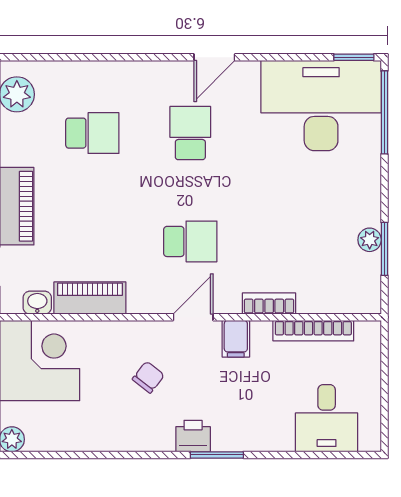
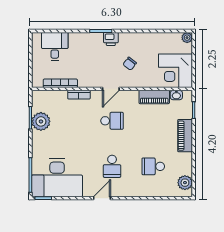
plant: (370, 240) -> (41, 121), width x1.88, depth x1.88
school desk: (190, 241) -> (112, 121), turned 180
filing cabinet: (236, 339) -> (93, 80), removed

